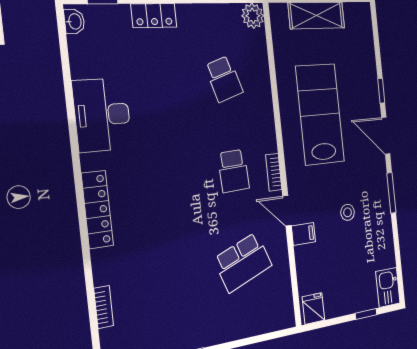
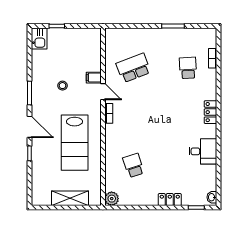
desk: (102, 115) -> (203, 151), width x0.73
school desk: (233, 171) -> (188, 68), moved
locker: (97, 209) -> (210, 112), width x0.66
fridge: (313, 309) -> (92, 36), removed

